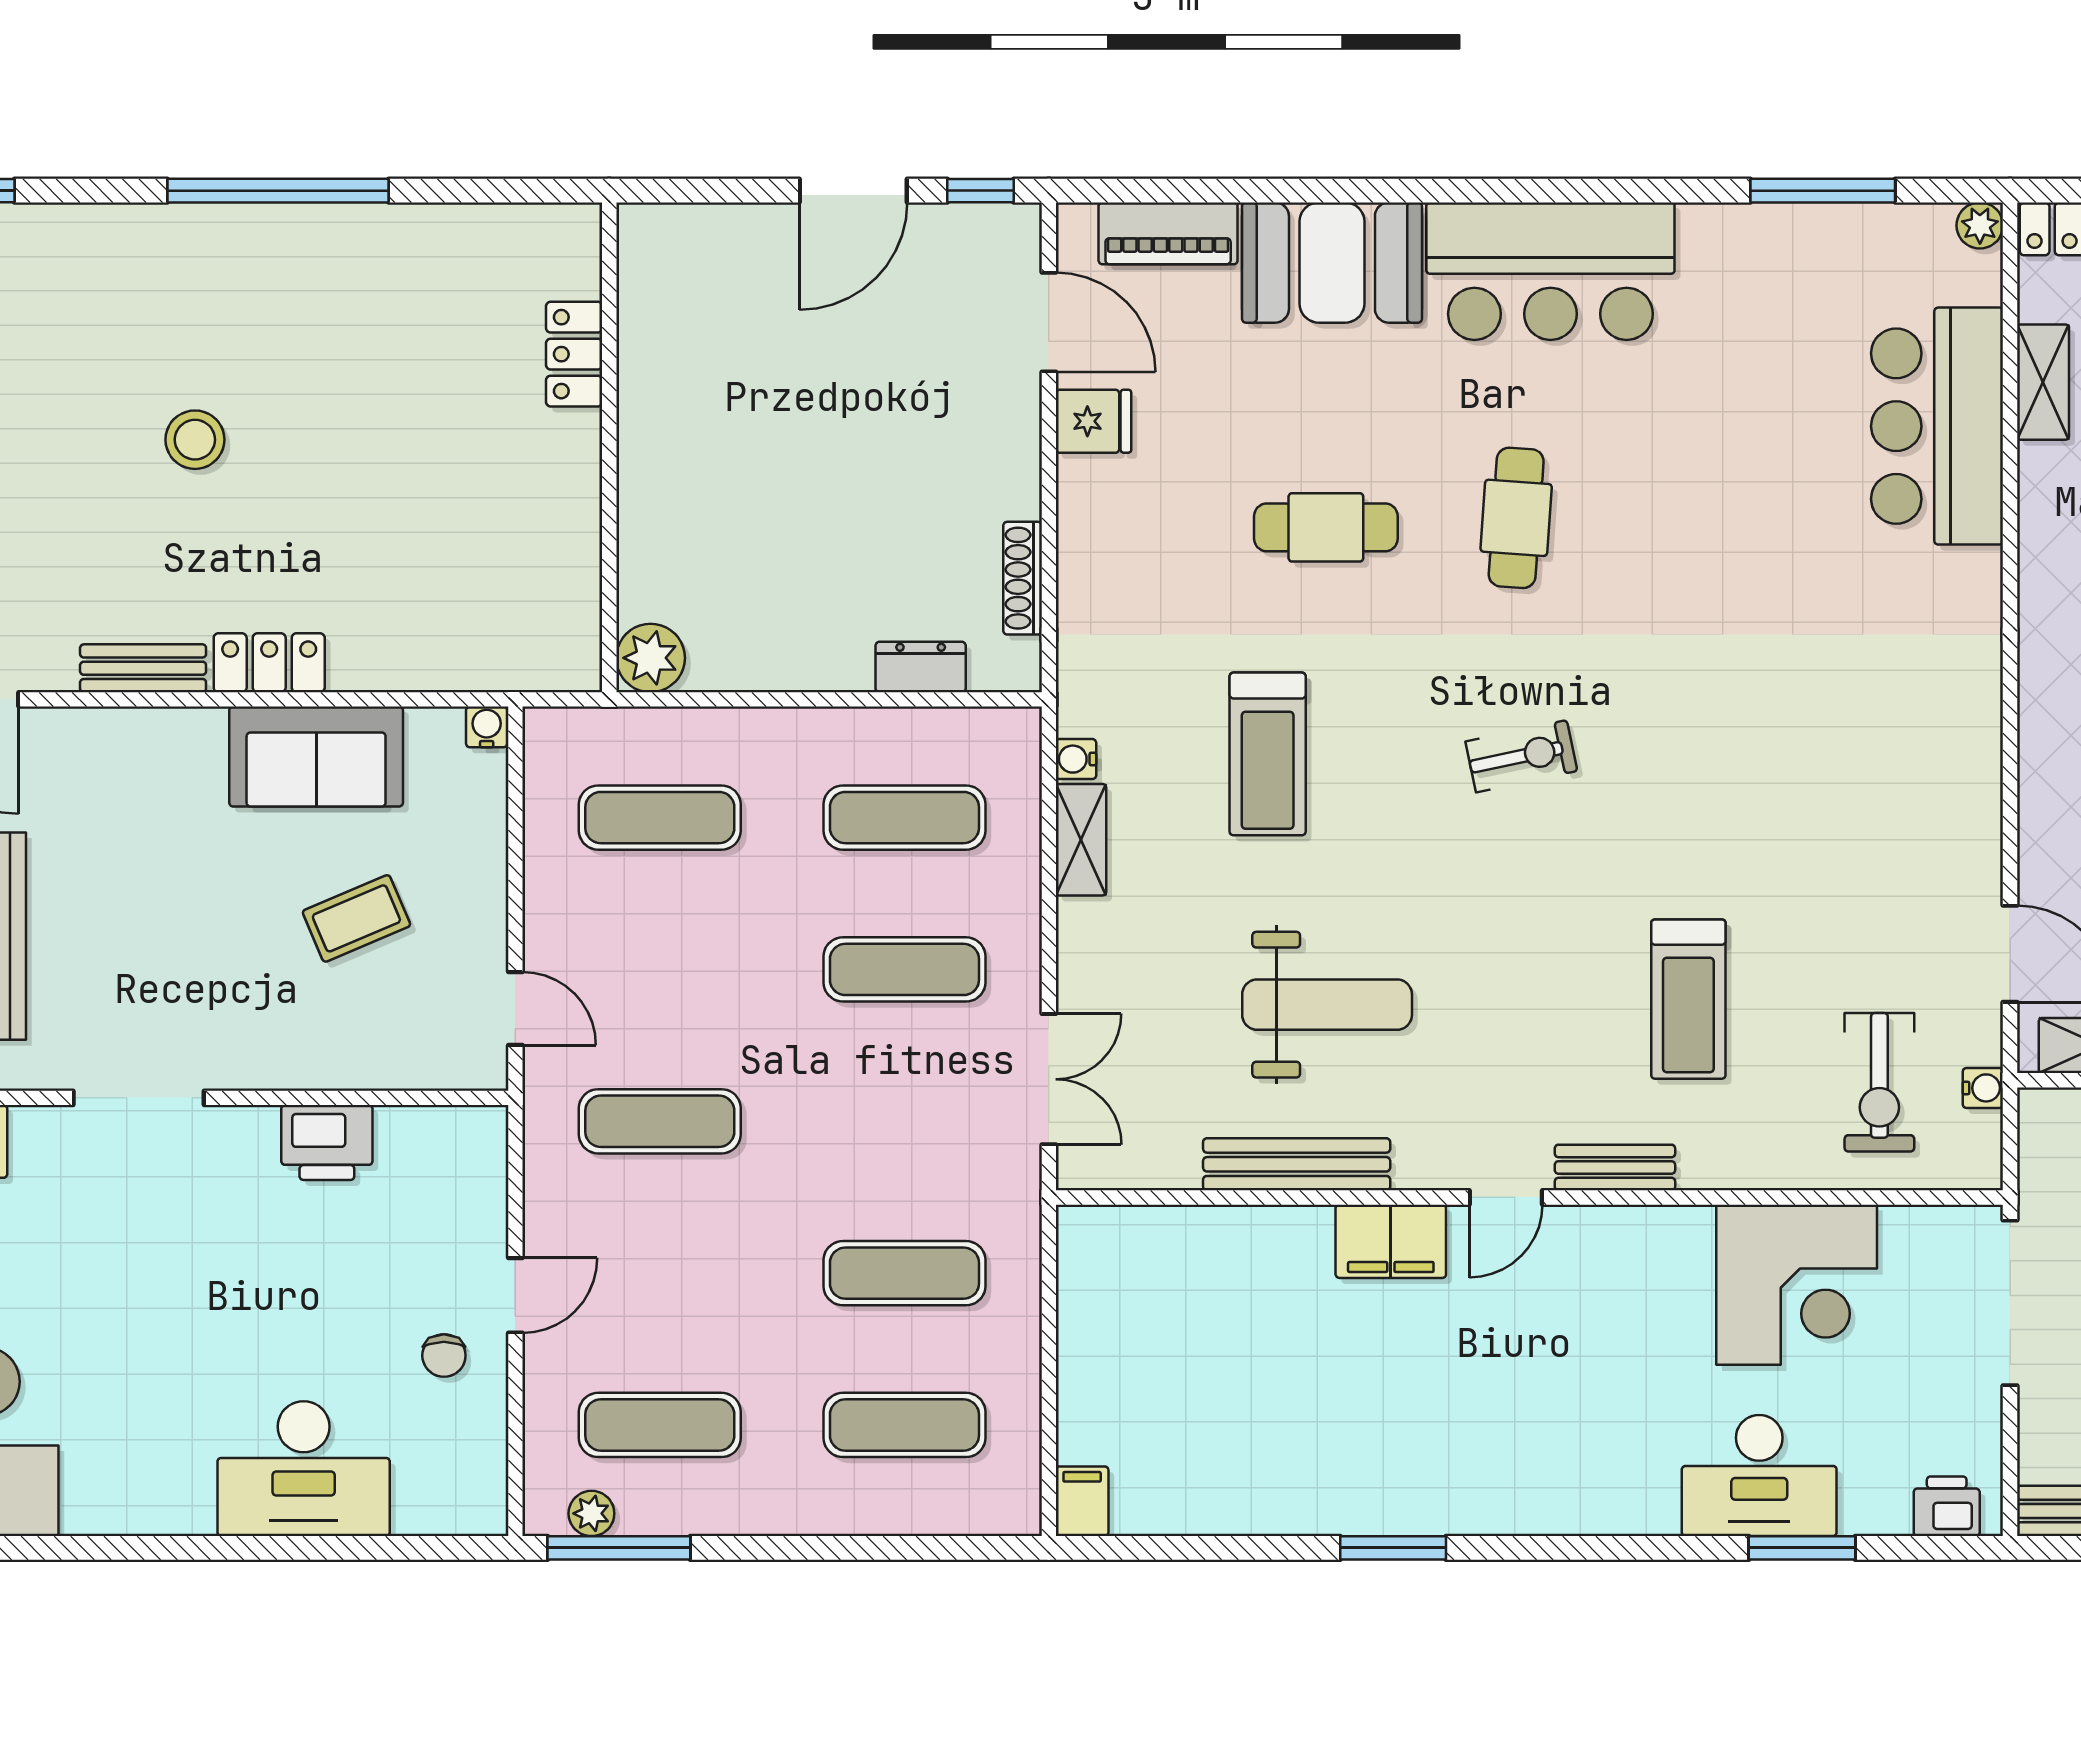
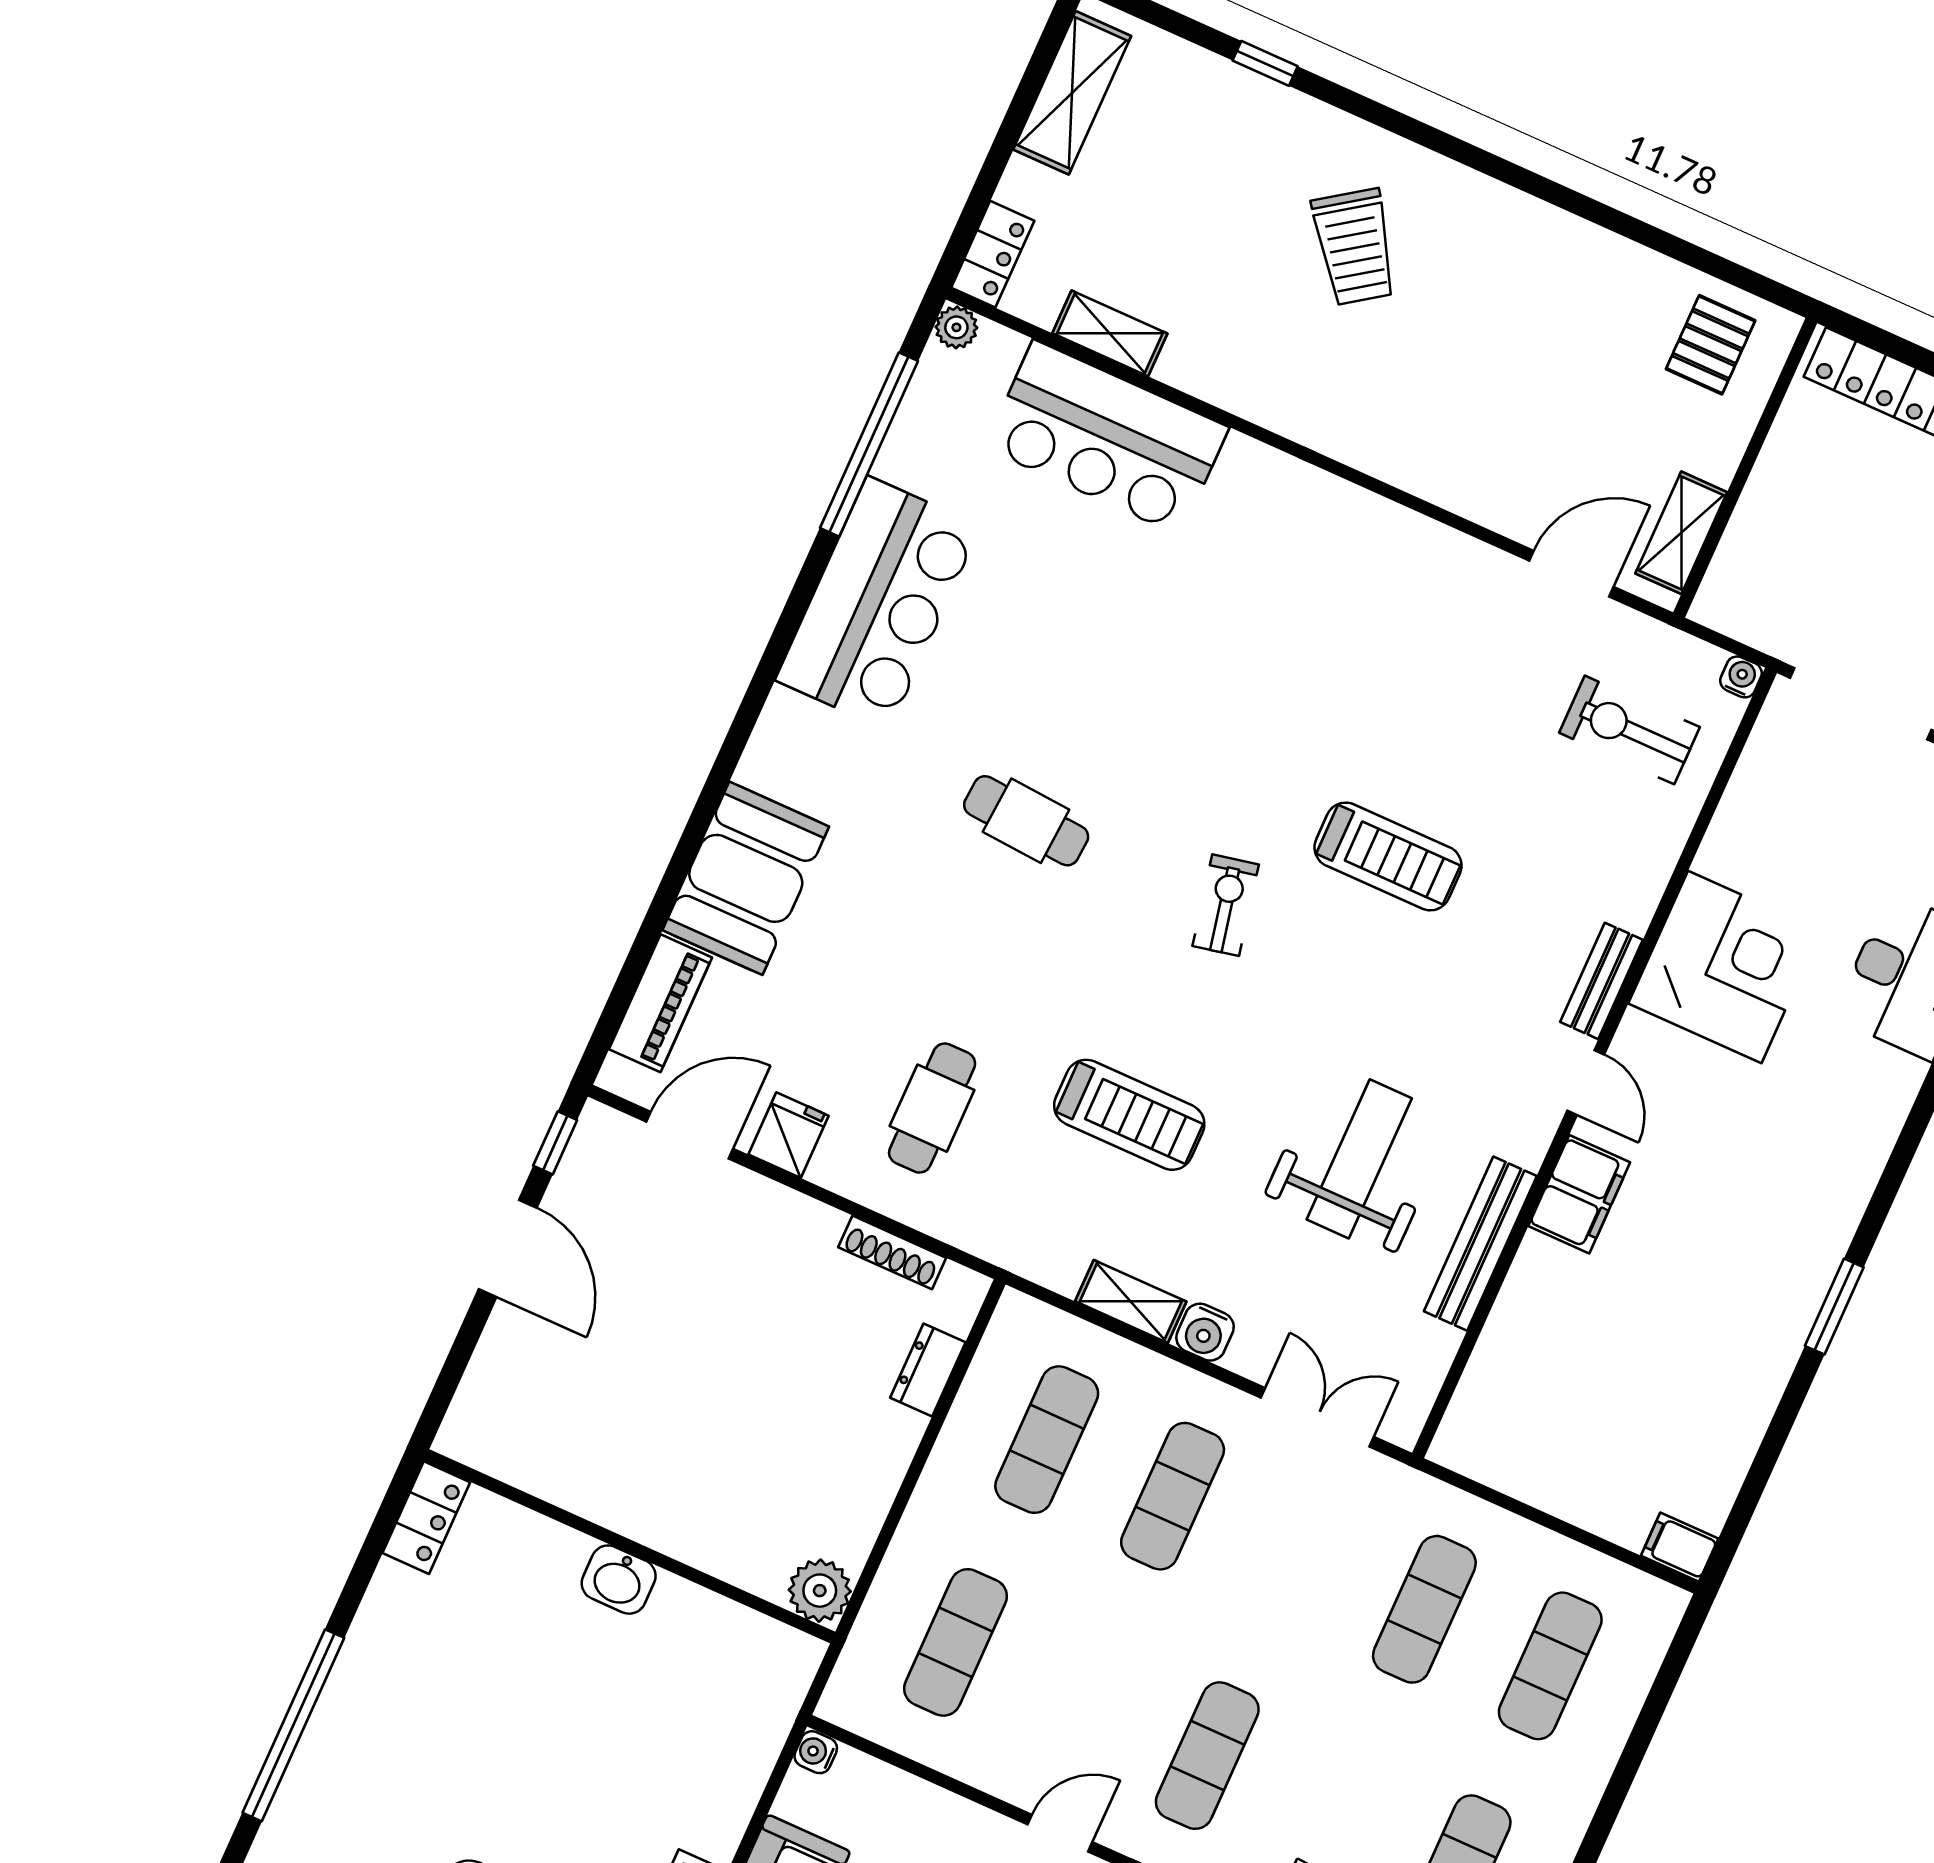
window: (1823, 191) -> (869, 445), width x1.46
bar counter: (1550, 271) -> (878, 603), moved
locker: (574, 354) -> (426, 1518), moved, turned -90
washbasin: (571, 451) -> (619, 1580), added
cafe table: (1326, 527) -> (932, 1108), moved
water cooler: (1076, 759) -> (1205, 1332), moved, width x1.38, depth x1.38
treadmill: (1688, 999) -> (1388, 856), moved
exercise bike: (1879, 1082) -> (1629, 730), turned 180
water cooler: (1983, 1088) -> (1741, 677), moved
corner desk: (1797, 1285) -> (1725, 967), moved

